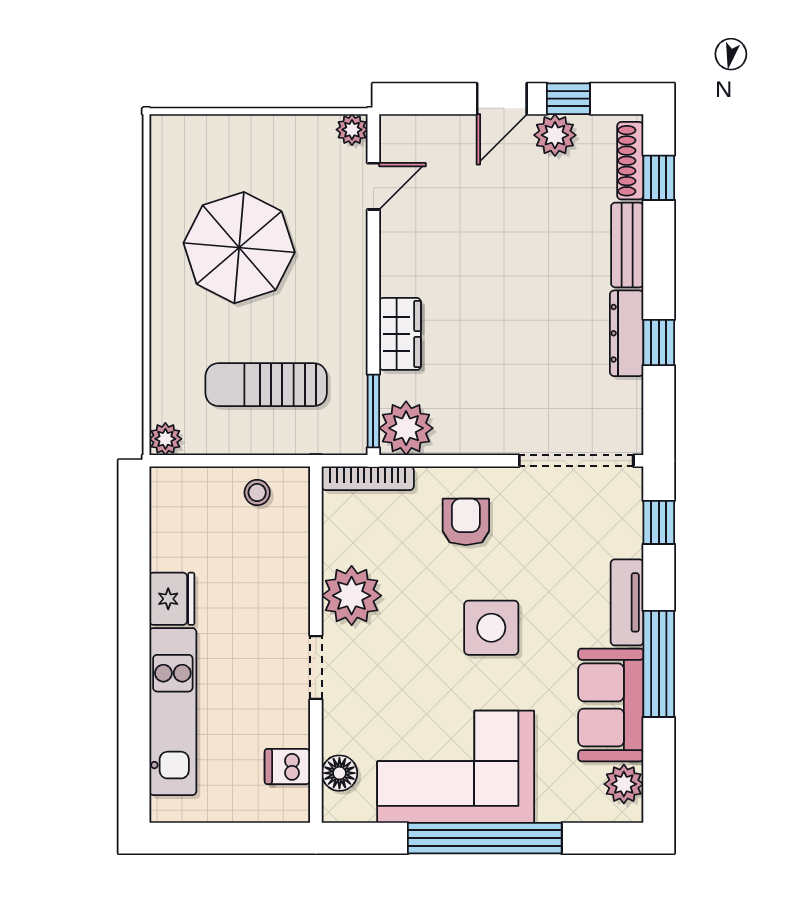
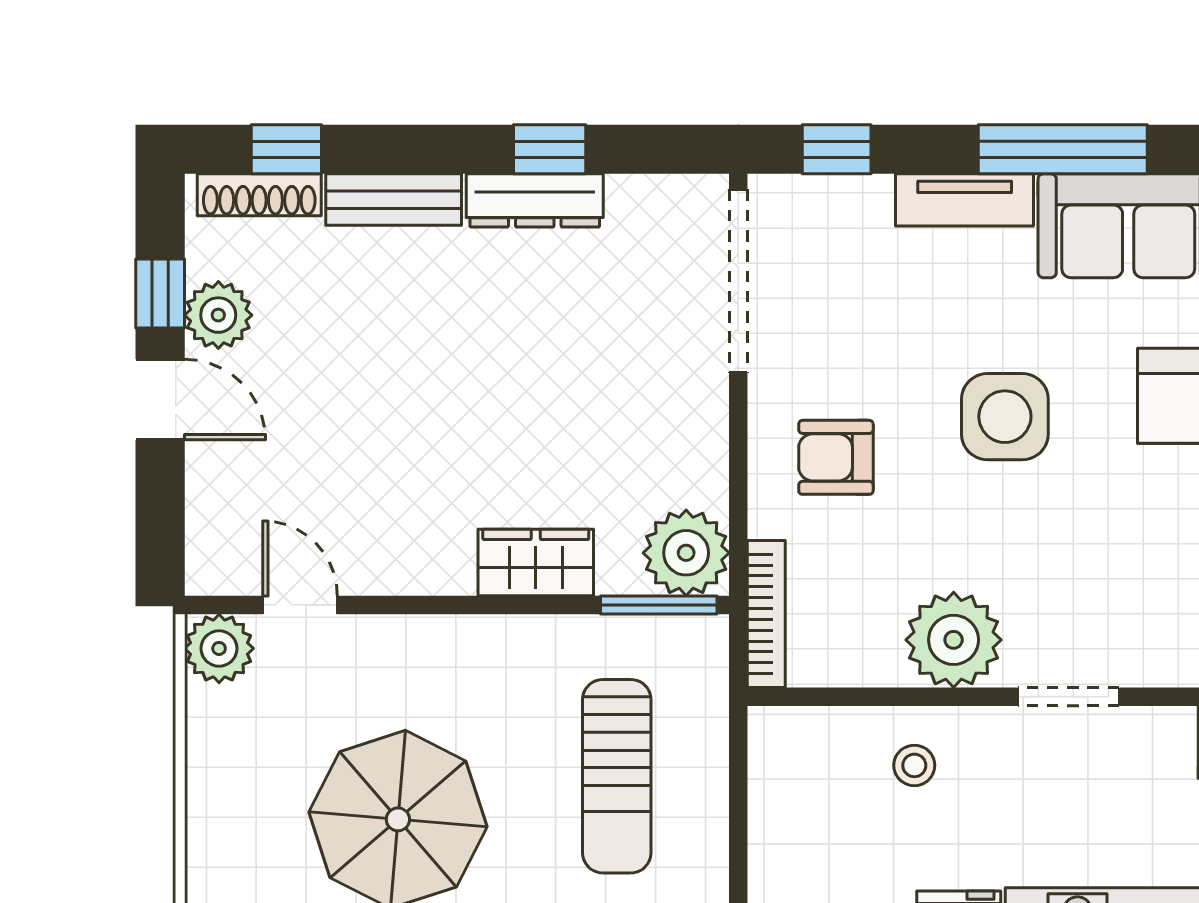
plant: (352, 130) -> (219, 648), width x1.38, depth x1.38
stool: (257, 493) -> (914, 765), moved

